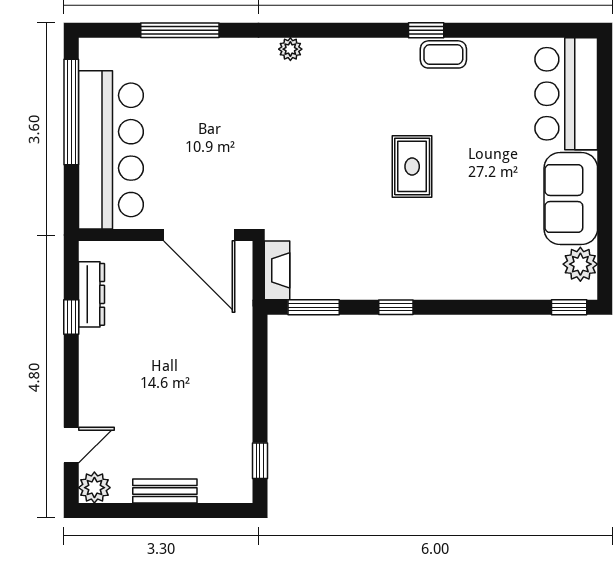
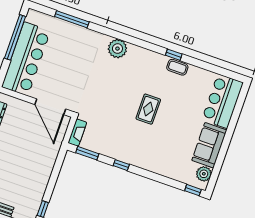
plant: (290, 49) -> (117, 49), width x1.88, depth x1.88

